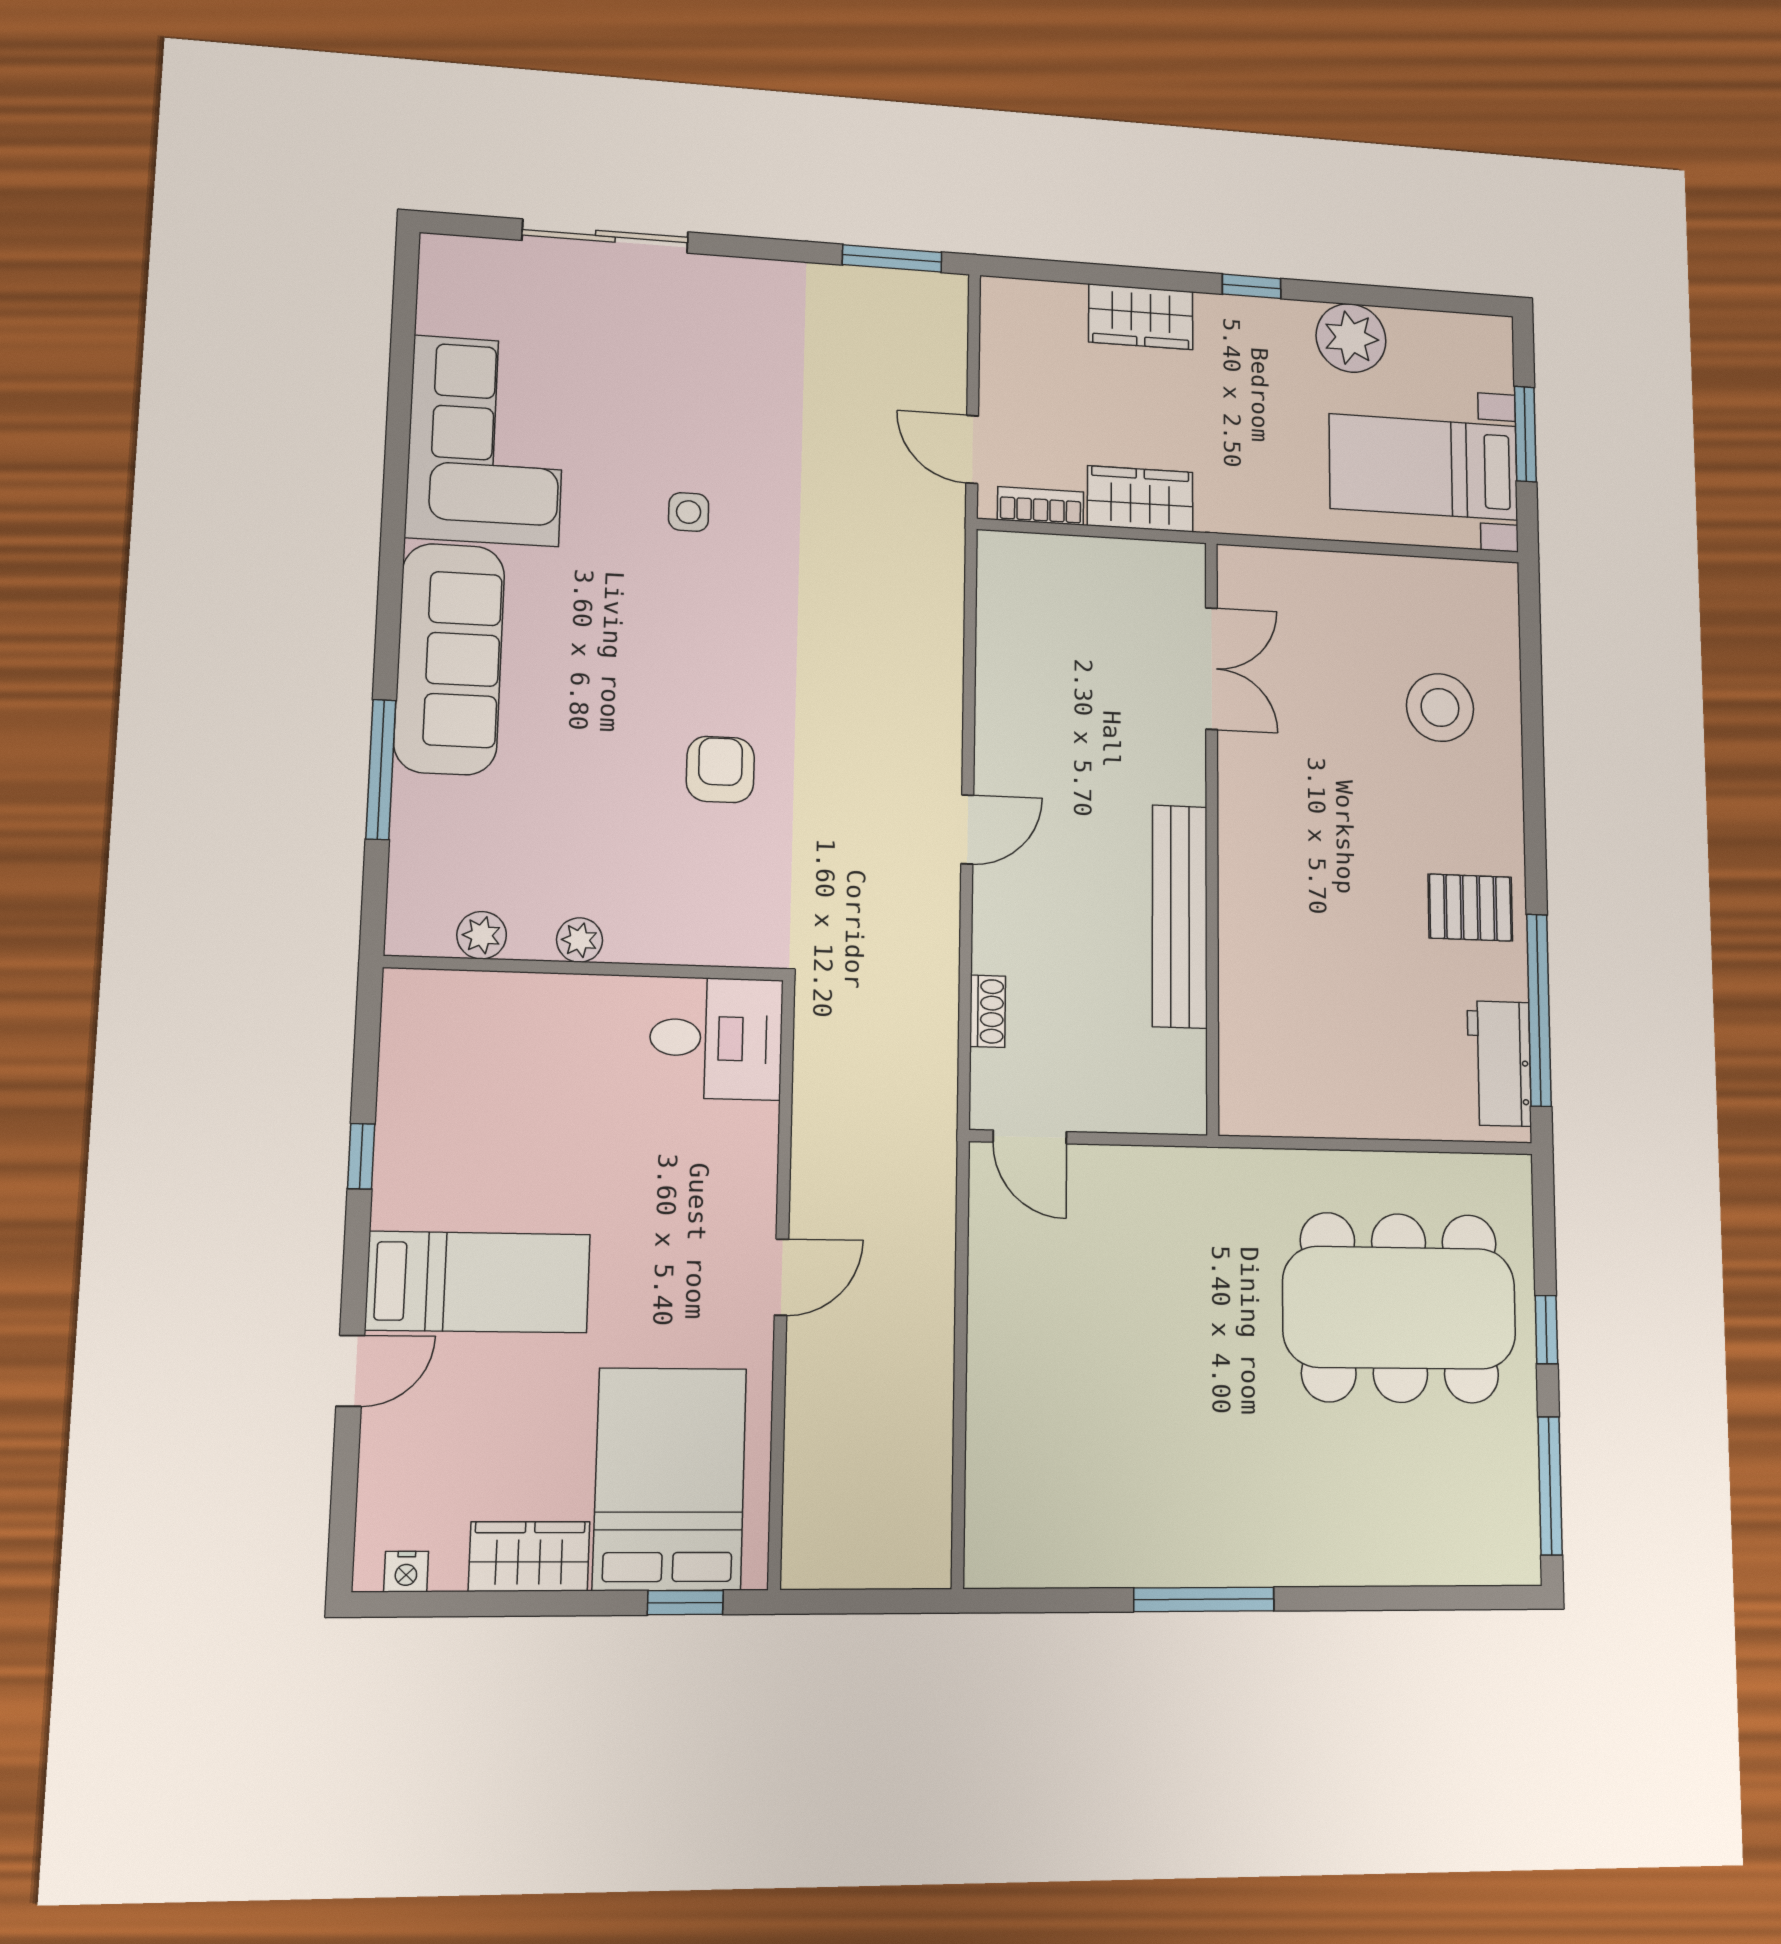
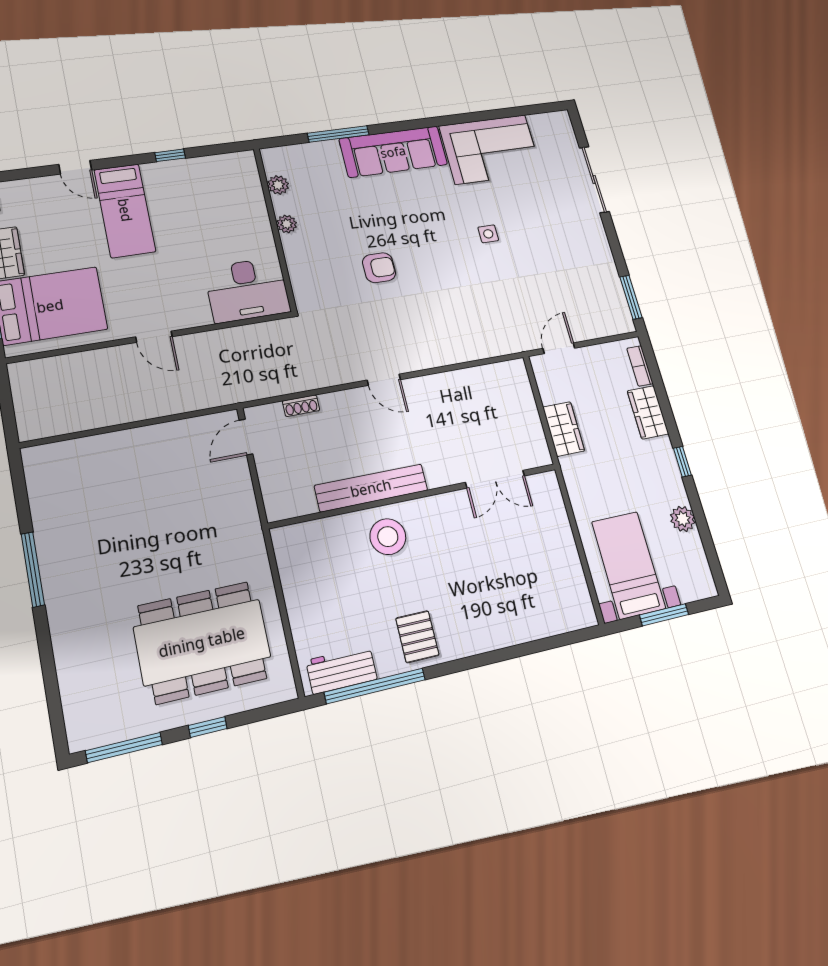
plant: (1351, 338) -> (683, 519), width x0.73, depth x0.73
bookcase: (1041, 506) -> (640, 366), moved, turned 180
stool: (1440, 707) -> (388, 537), moved
desk: (716, 1038) -> (247, 290), width x1.37
dining table: (1400, 1308) -> (202, 642), turned 90

